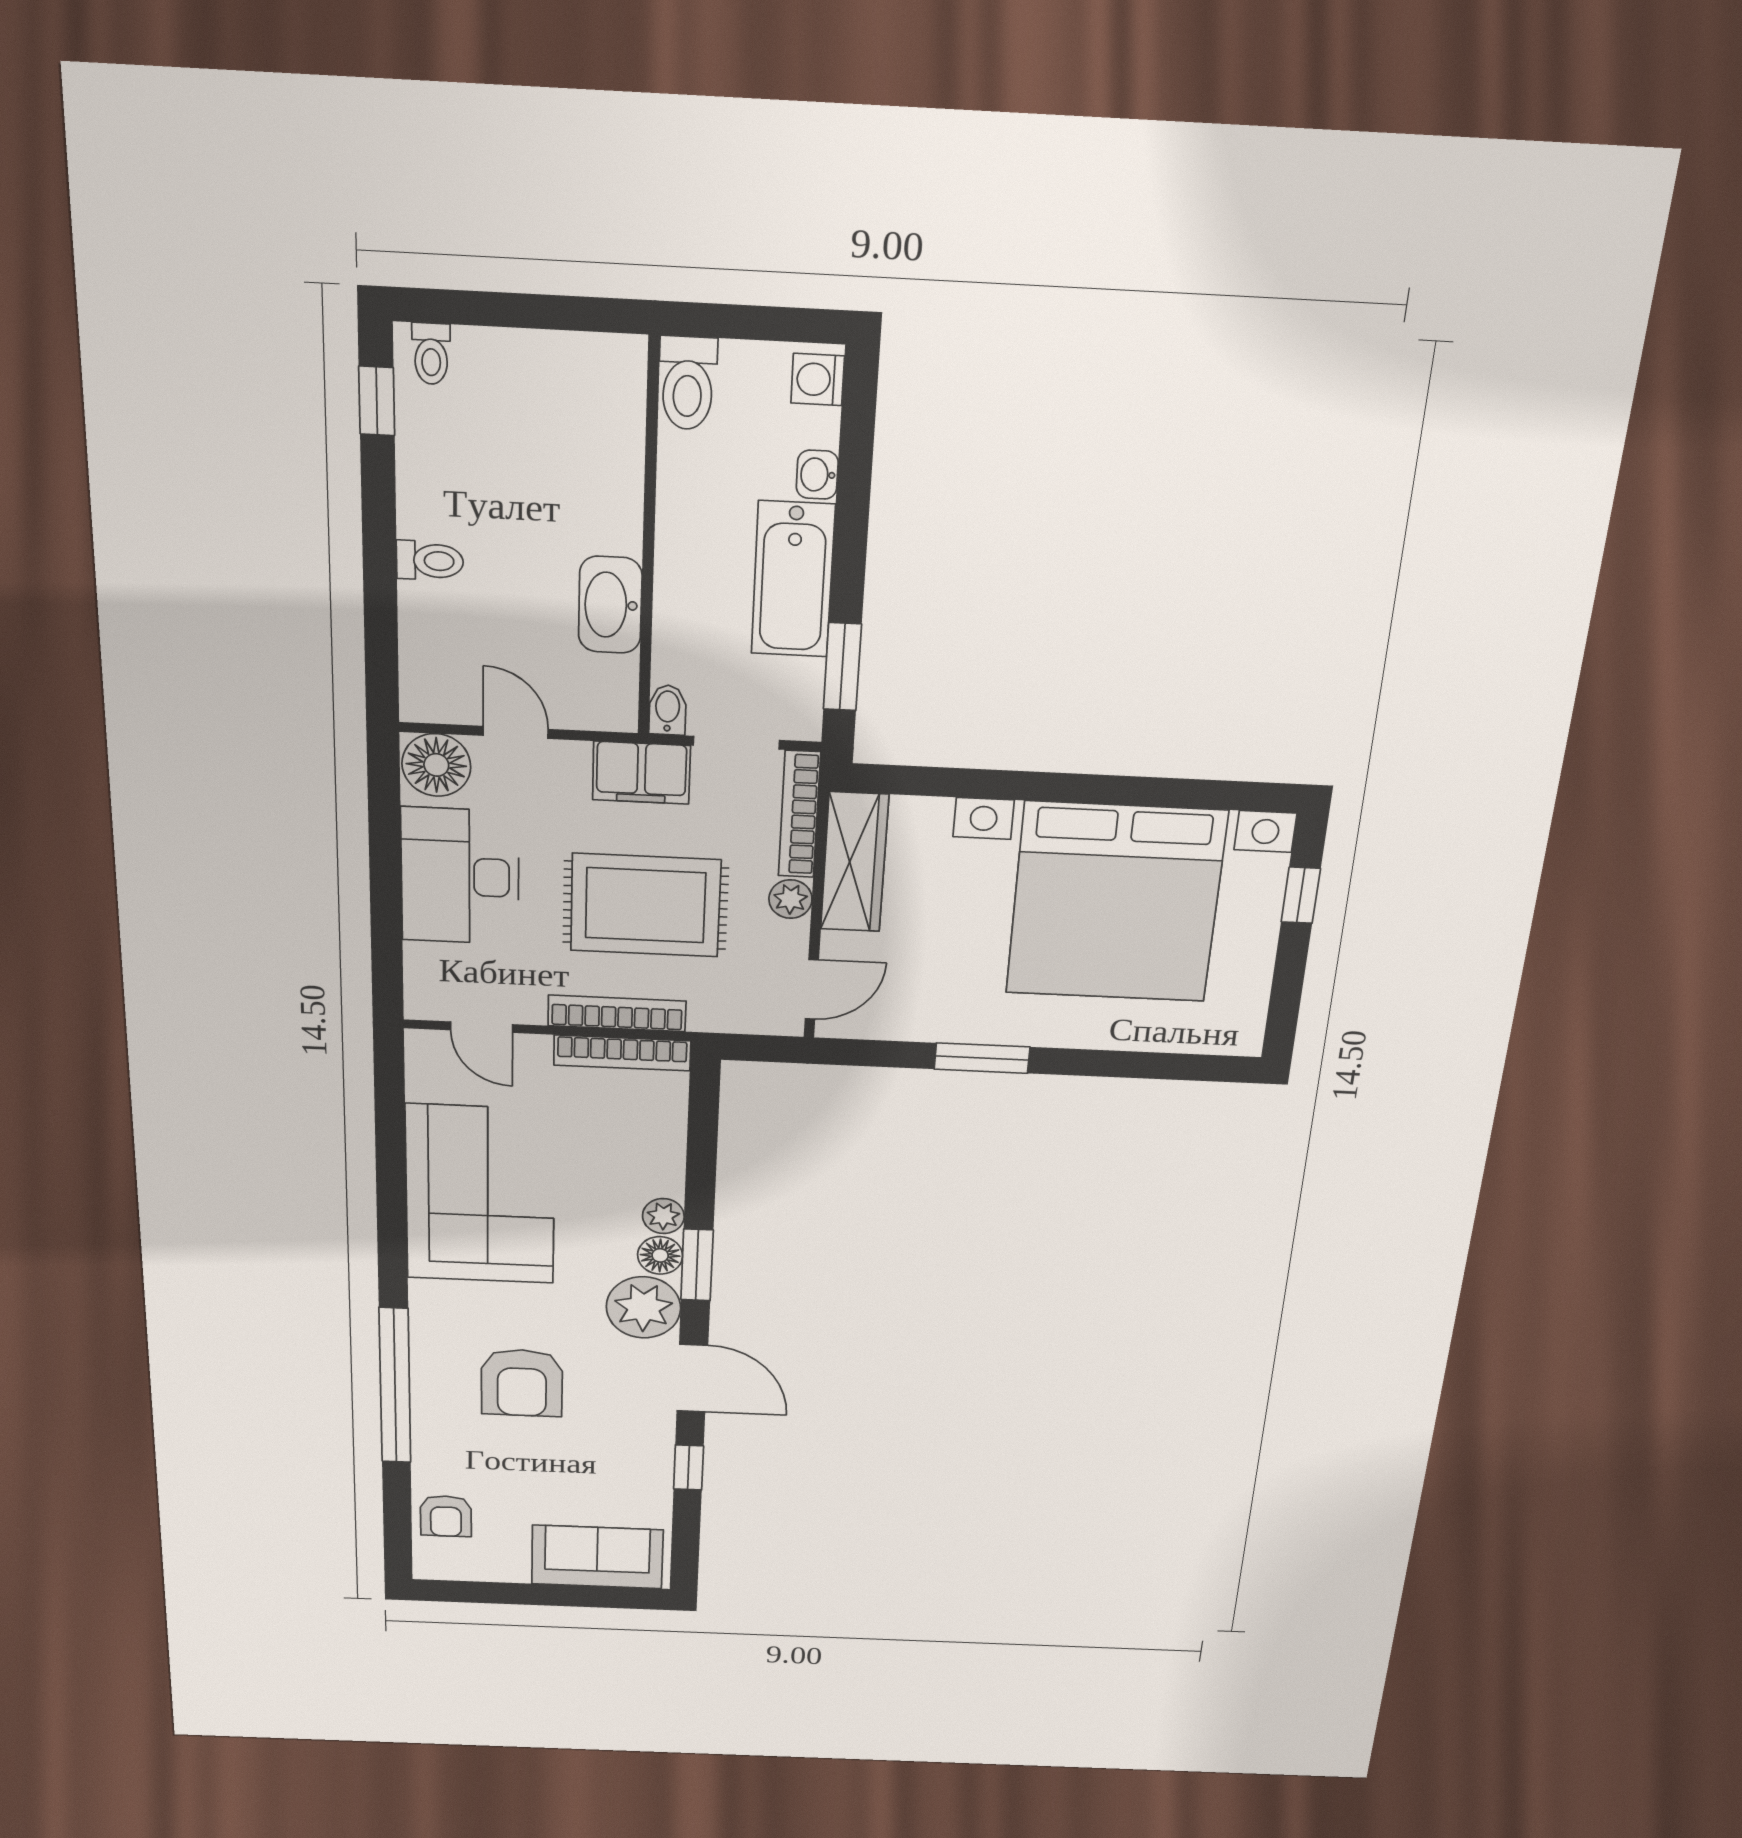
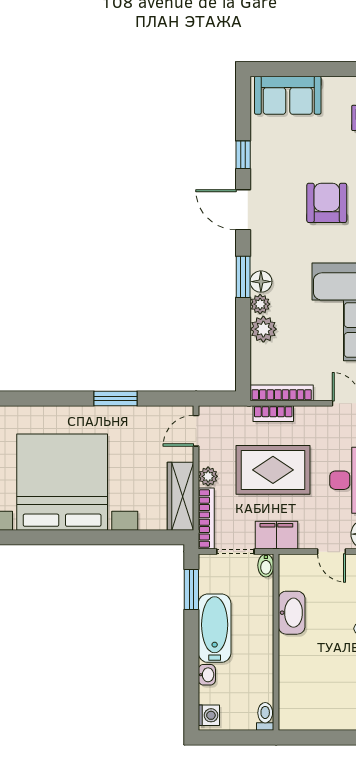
toilet: (688, 383) -> (265, 716), width x0.73, depth x0.72
bookcase: (617, 1013) -> (273, 414), width x0.64
plant: (643, 1307) -> (263, 329), moved, width x0.73, depth x0.73

